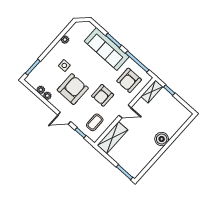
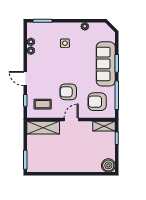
armchair: (73, 89) -> (53, 65), removed
door: (125, 111) -> (71, 120), swing flipped
boiler: (162, 139) -> (108, 165), moved

